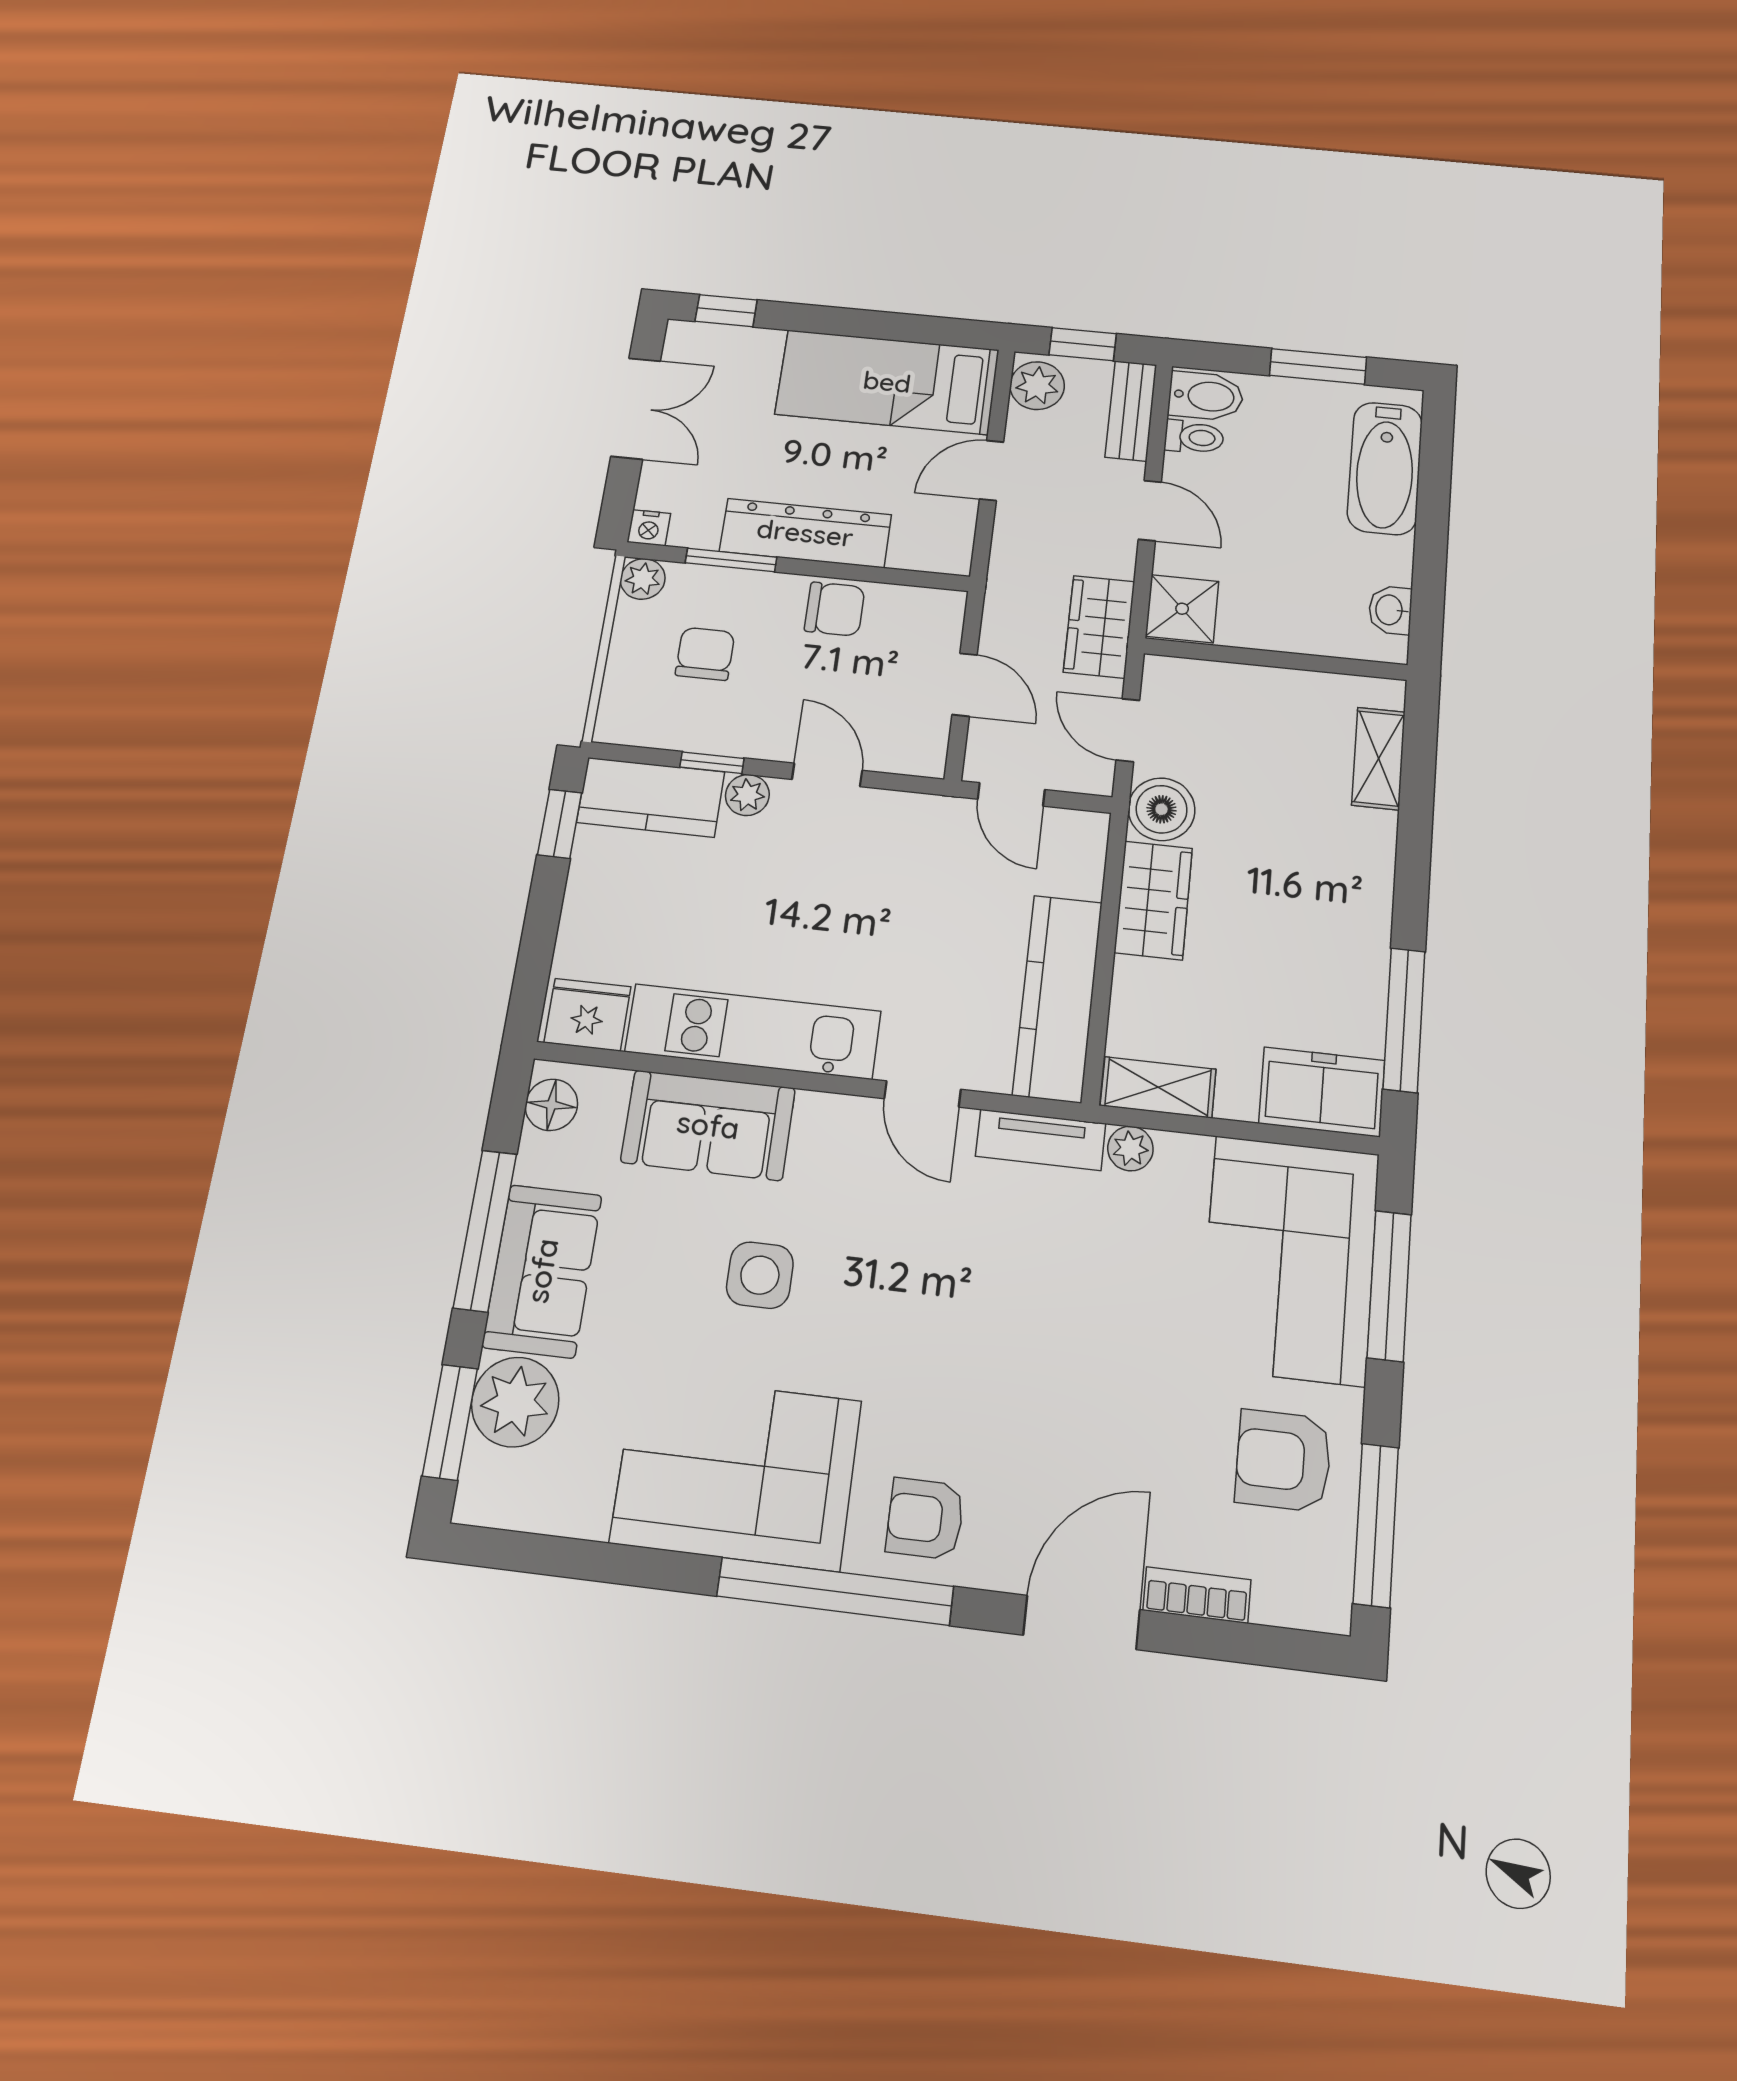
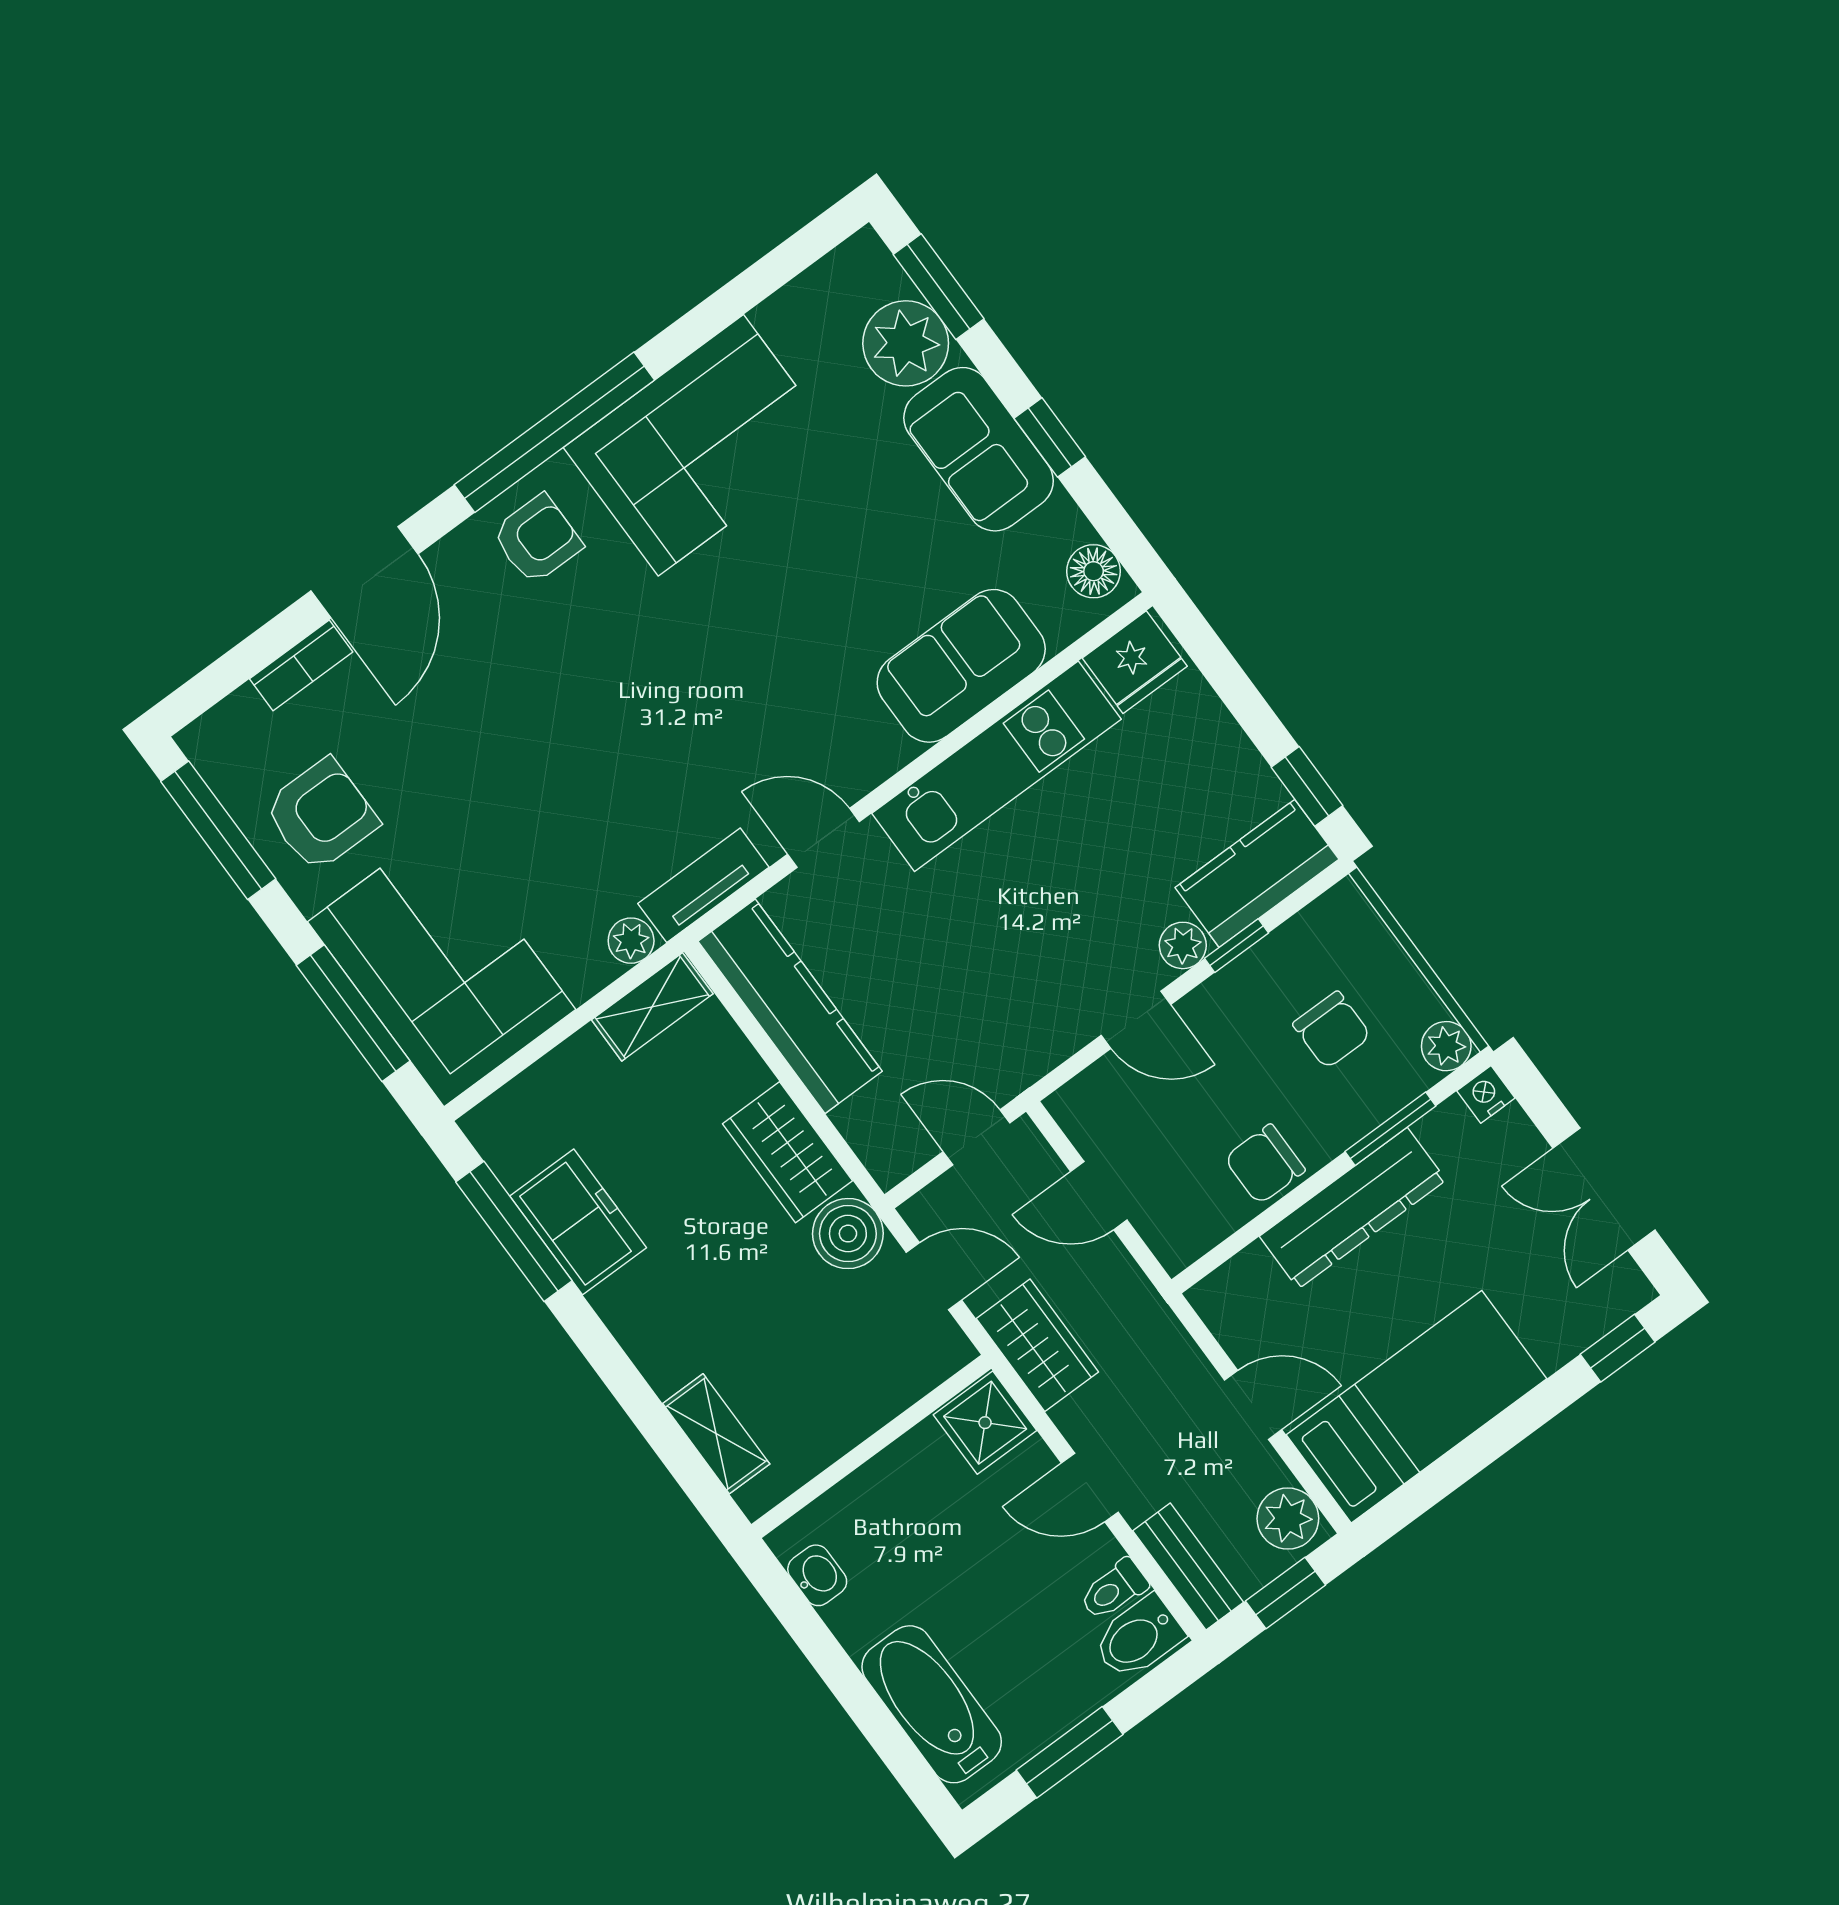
door: (992, 470) -> (1253, 1405), hinge flipped
freezer: (1322, 1092) -> (578, 1222), moved, turned -90
window: (485, 1231) -> (1050, 437), width x0.46
side table: (760, 1275) -> (816, 595), removed

